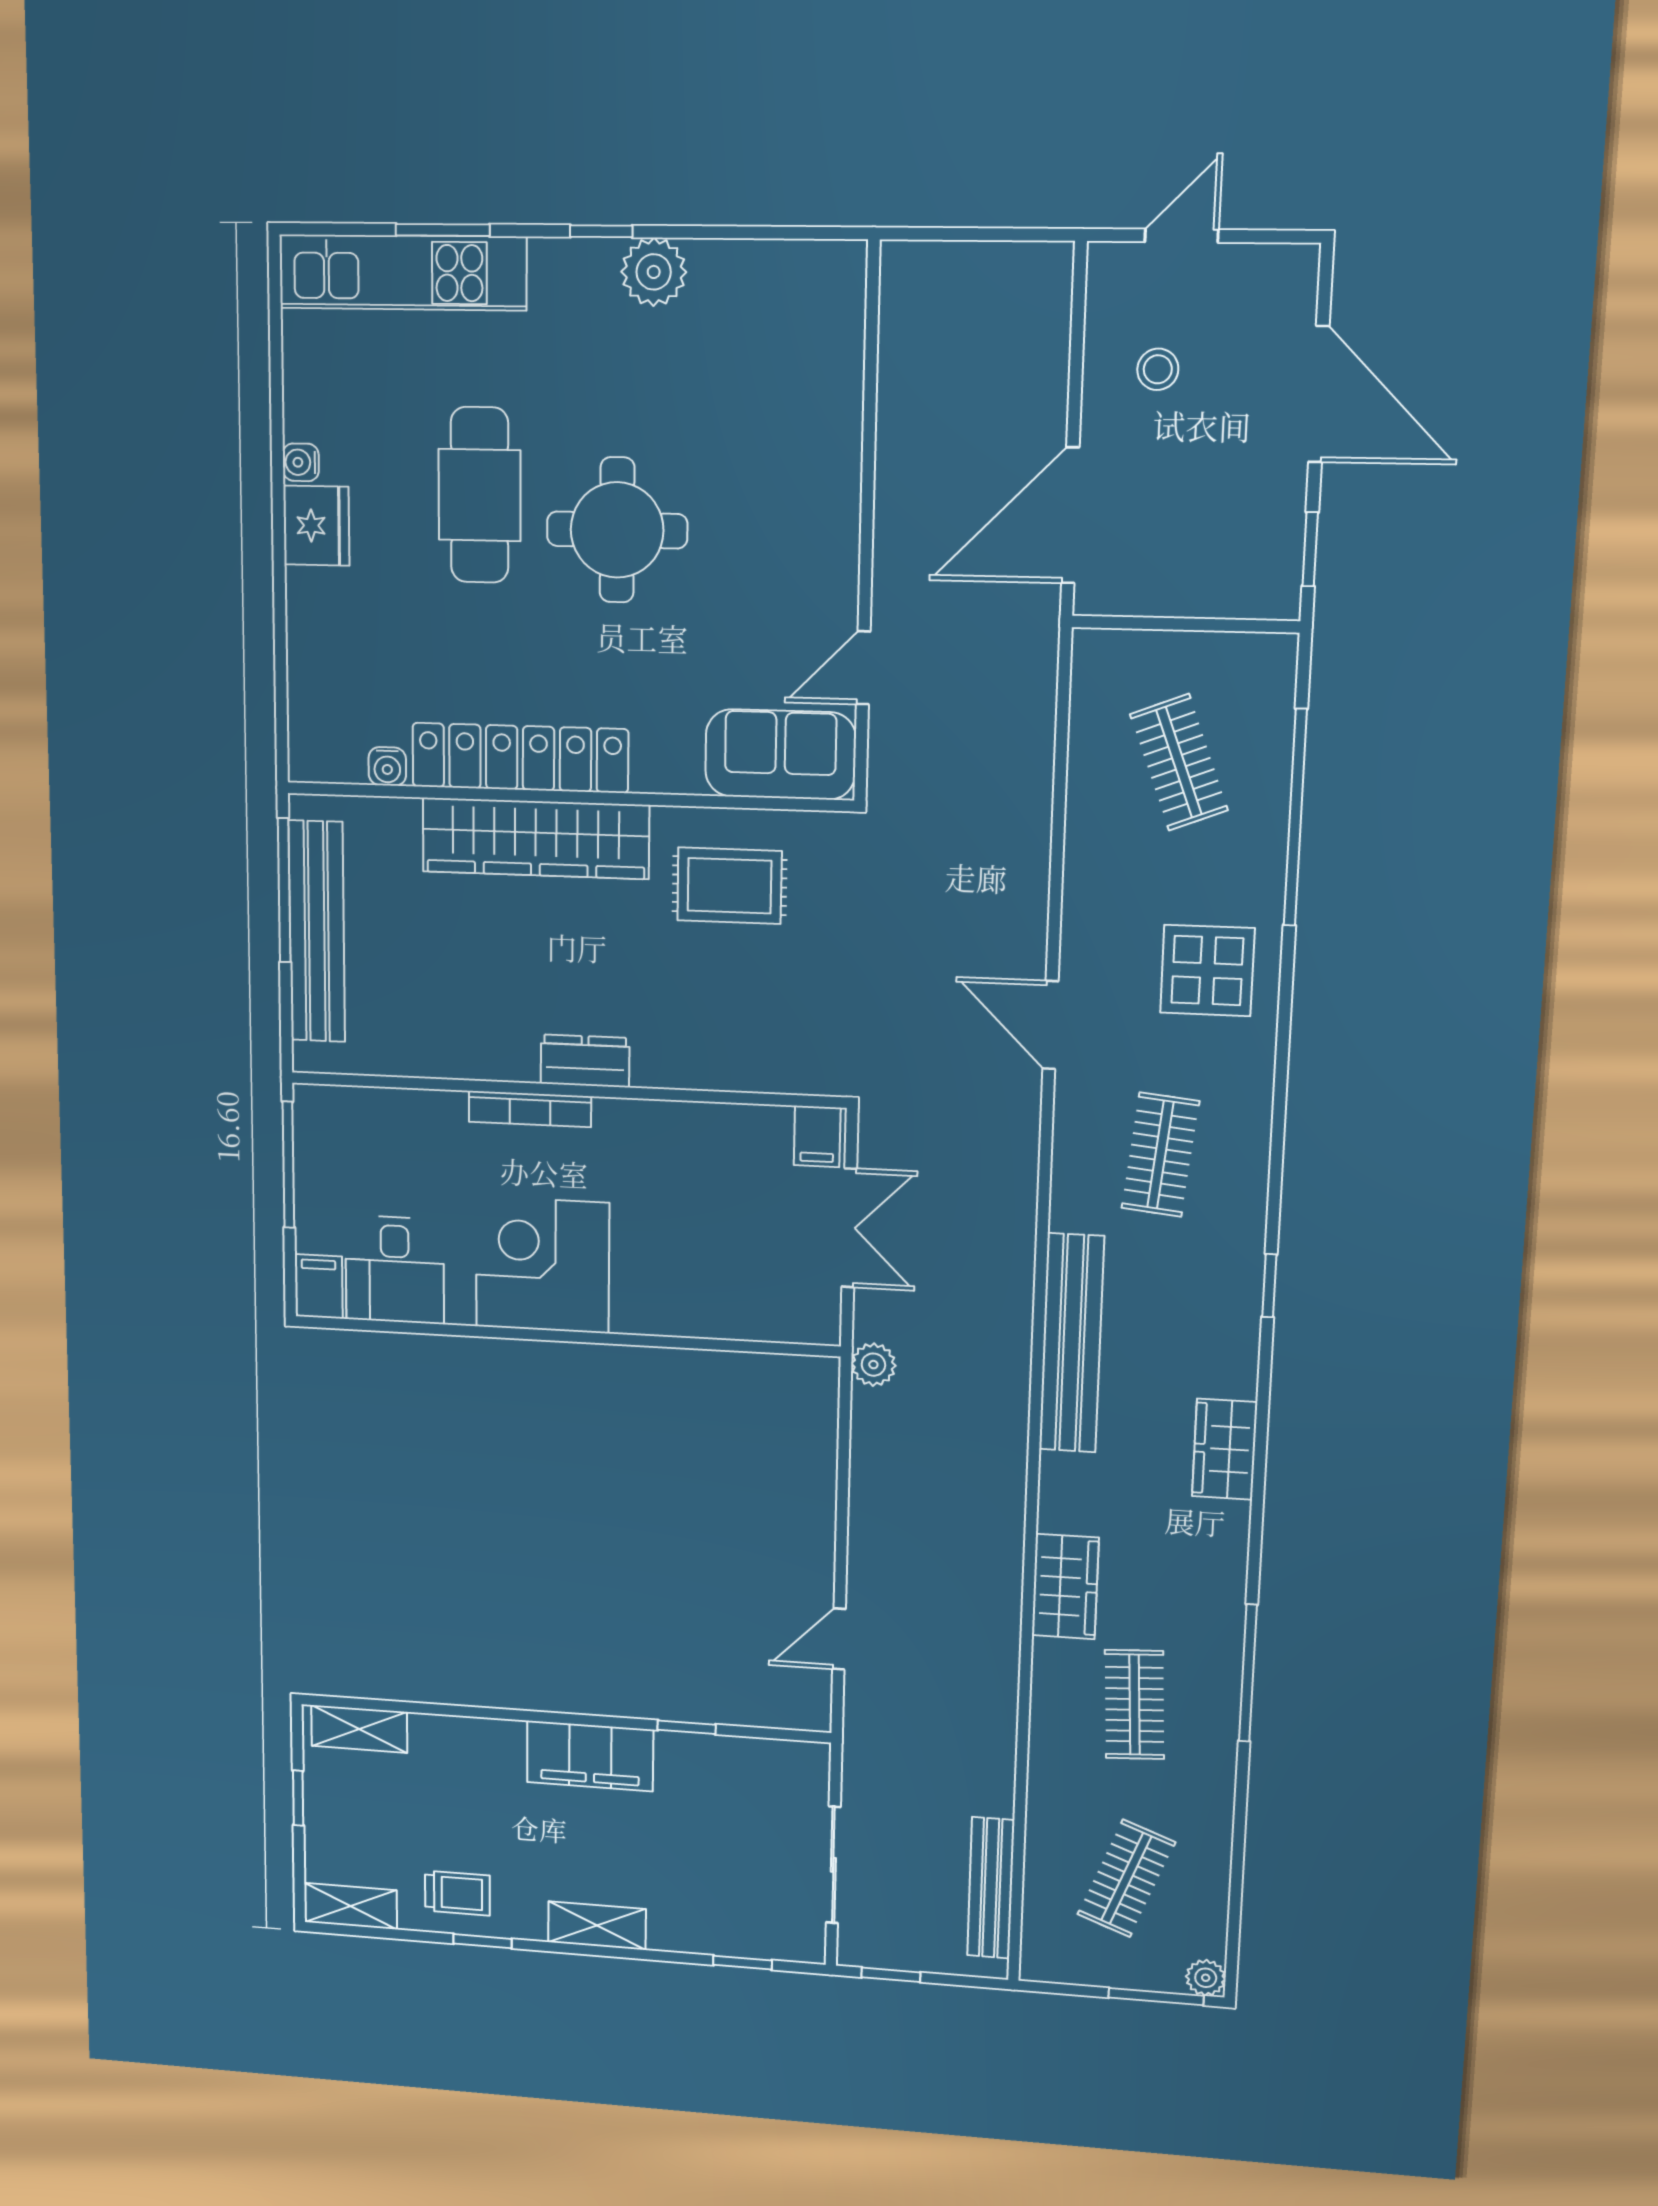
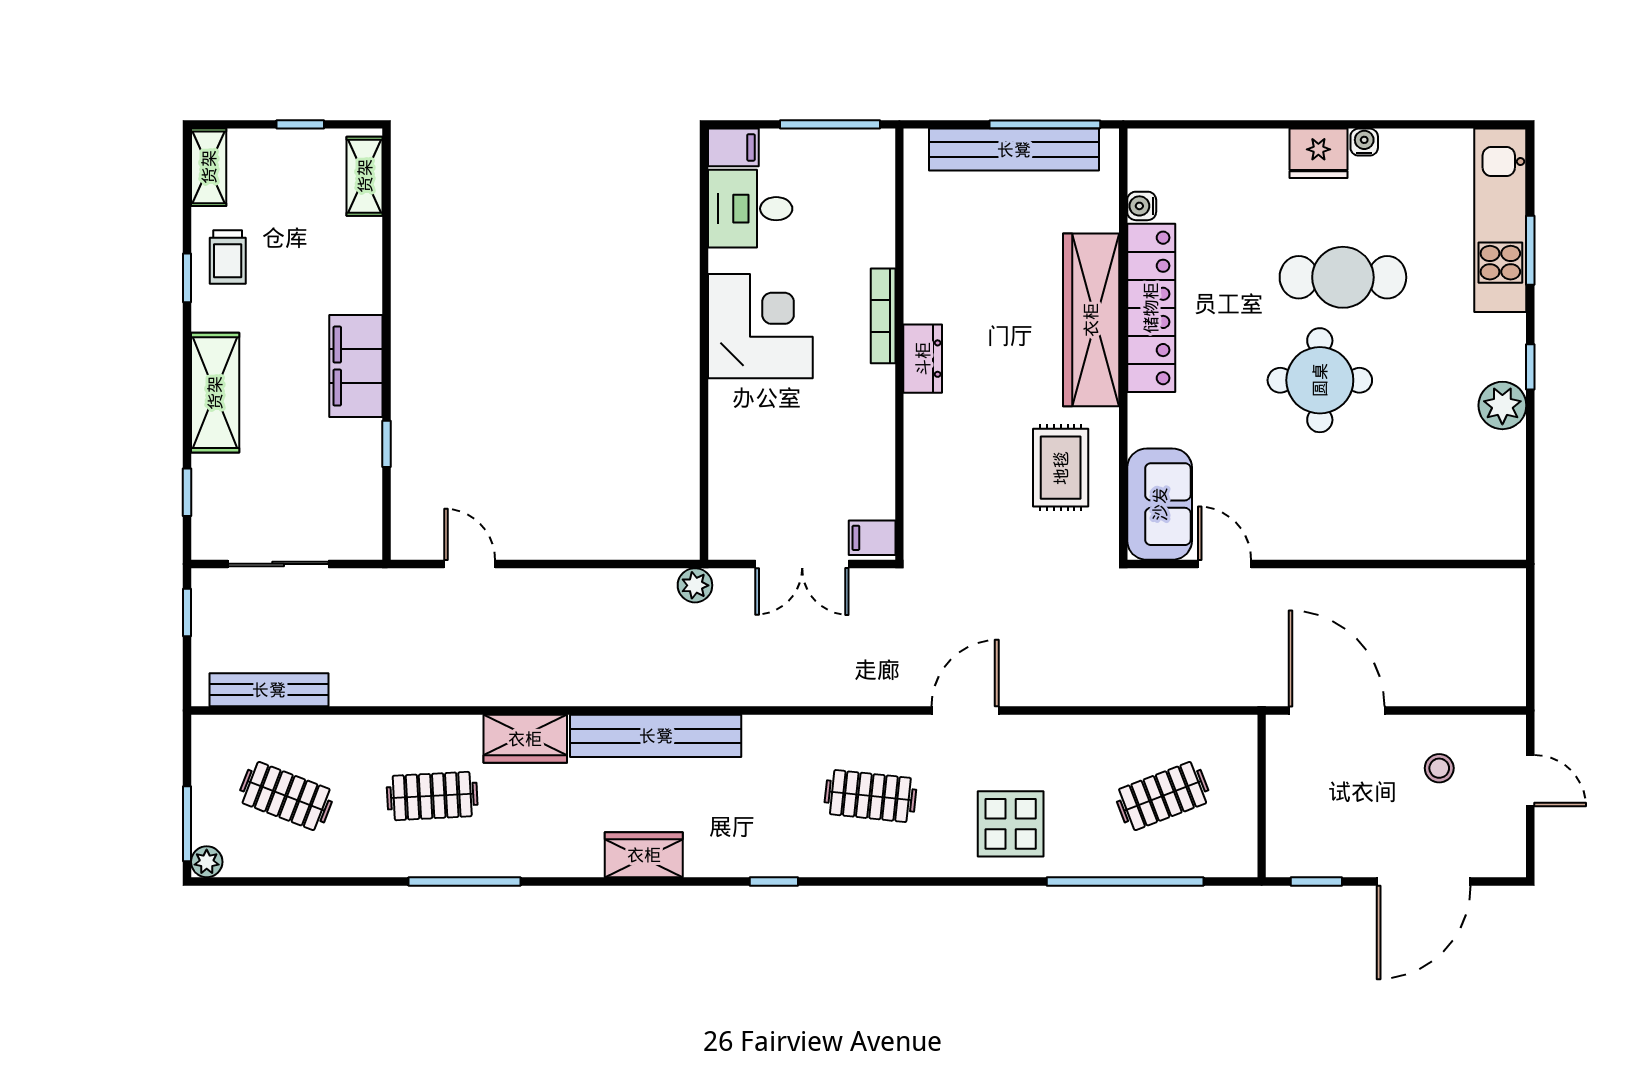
bench: (1072, 1343) -> (656, 736), moved
shelving: (597, 1926) -> (215, 393), width x1.50, depth x1.33

